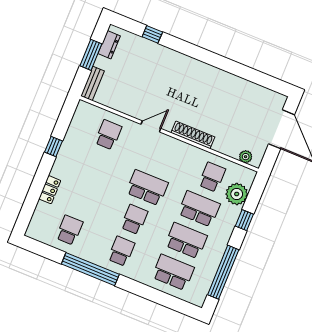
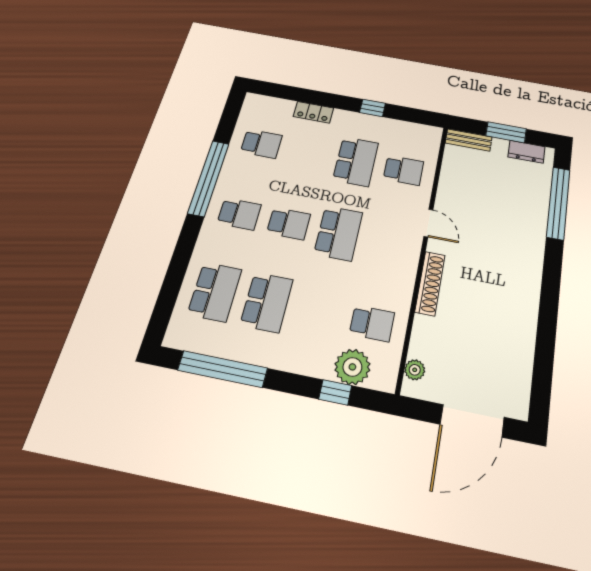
window: (152, 34) -> (558, 203), width x3.17
school desk: (199, 209) -> (356, 161), moved
window: (244, 220) -> (335, 392), moved

